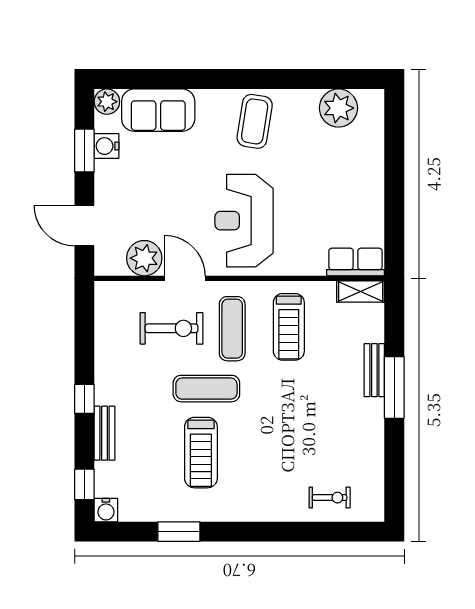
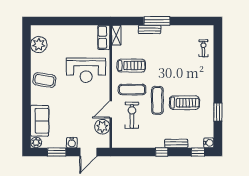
water cooler: (106, 146) -> (72, 143), moved
reception desk: (244, 221) -> (86, 70), moved

